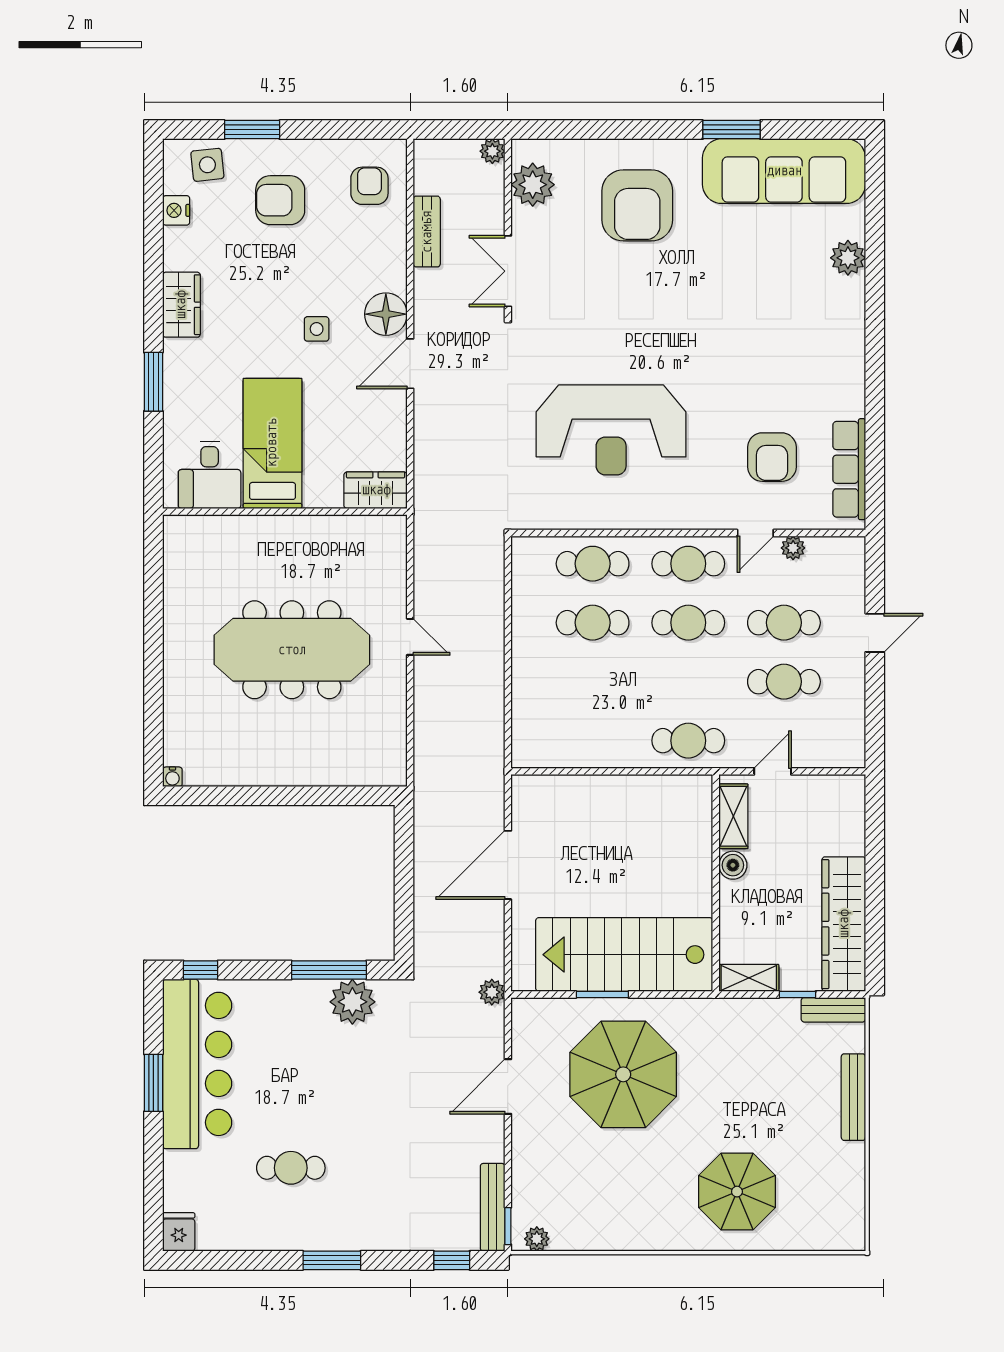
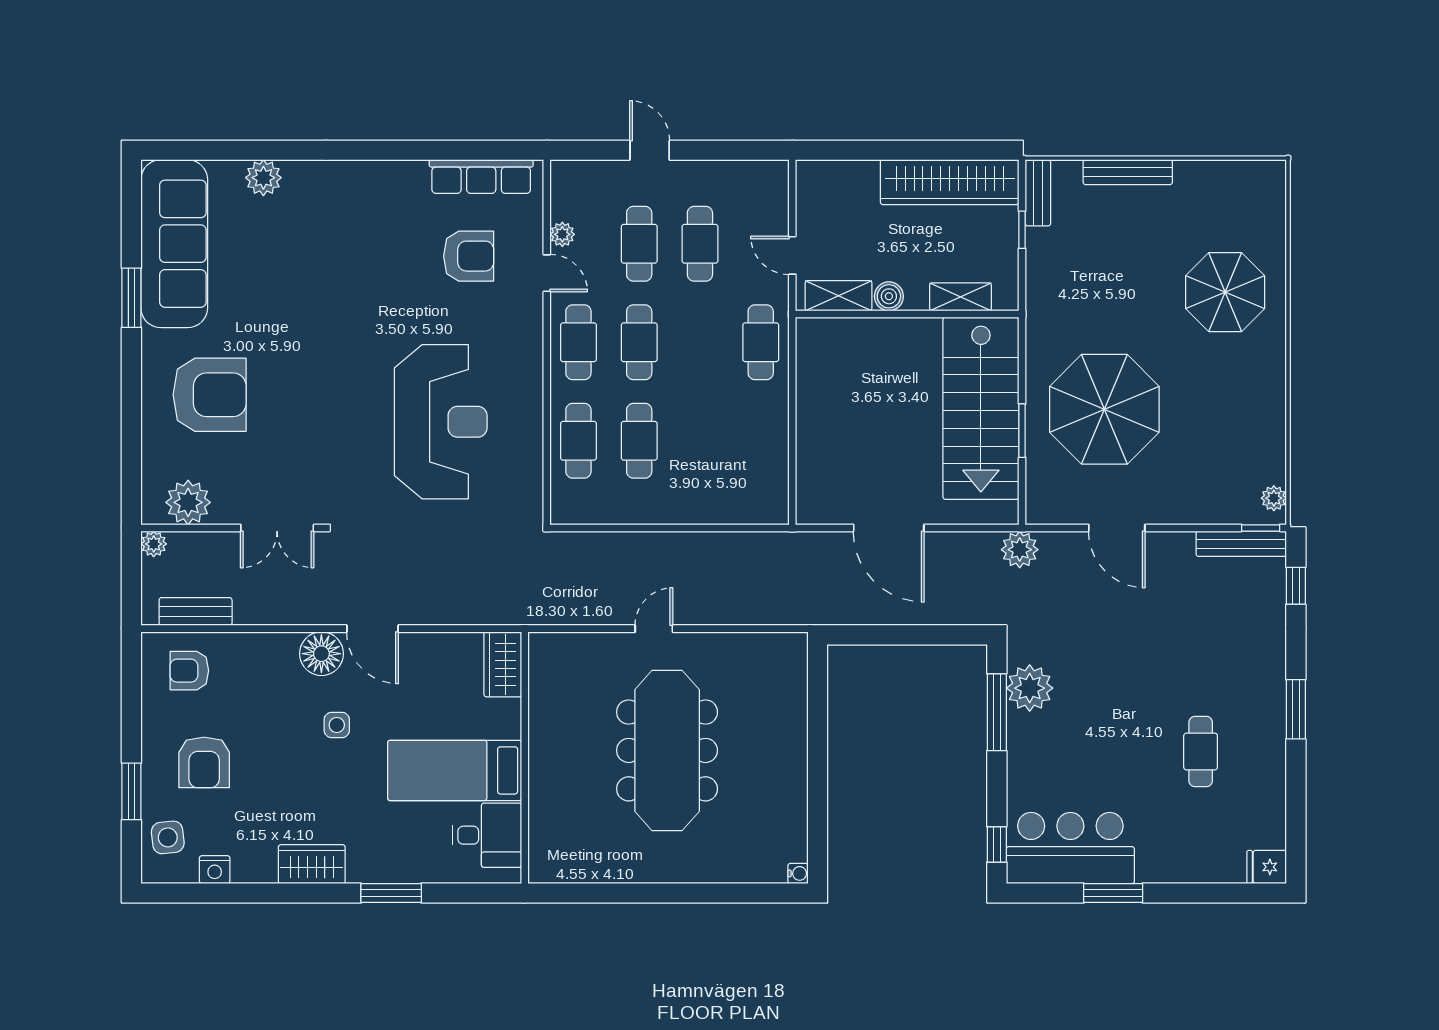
bench: (427, 232) -> (196, 612), moved
shelving: (749, 978) -> (961, 297), moved, turned 90
plant: (492, 992) -> (1020, 550), width x1.38, depth x1.38
bar counter: (197, 1064) -> (1070, 848), width x0.73

